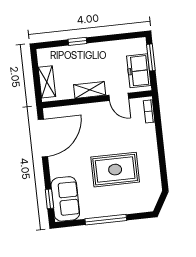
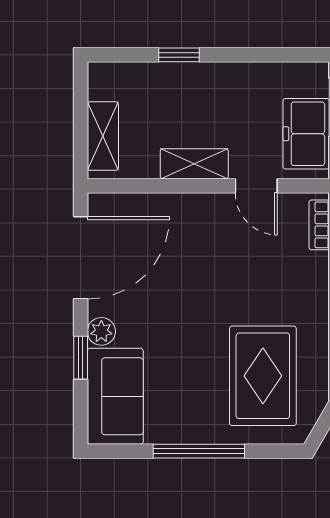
plant: (56, 170) -> (101, 331), added
rug: (115, 170) -> (263, 376), moved, turned 90
window: (49, 199) -> (81, 358), moved

